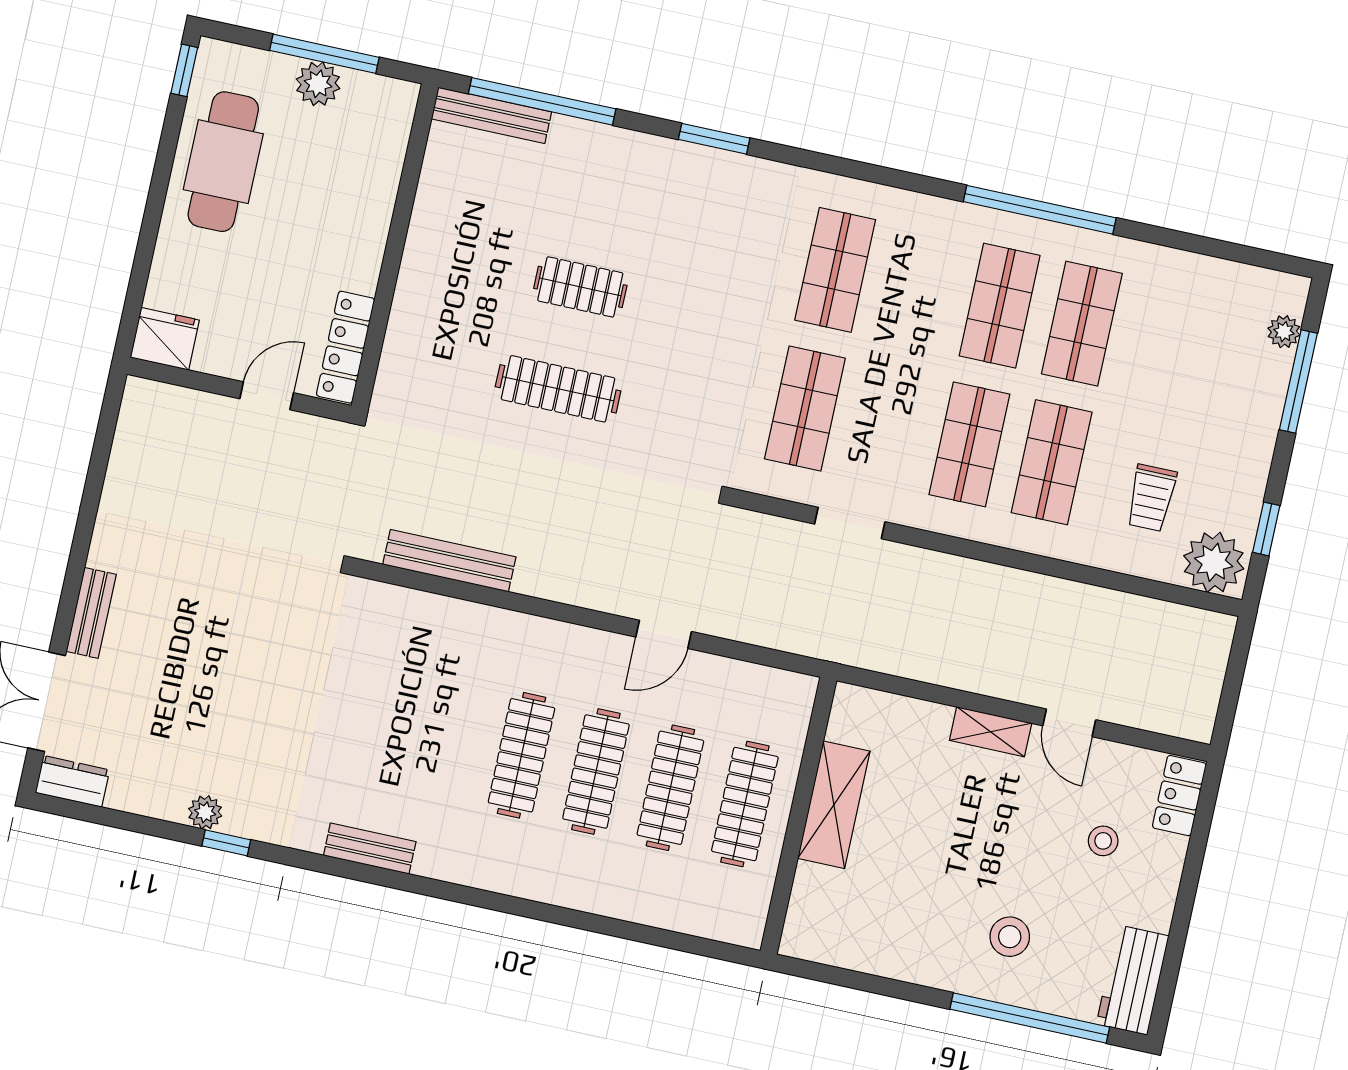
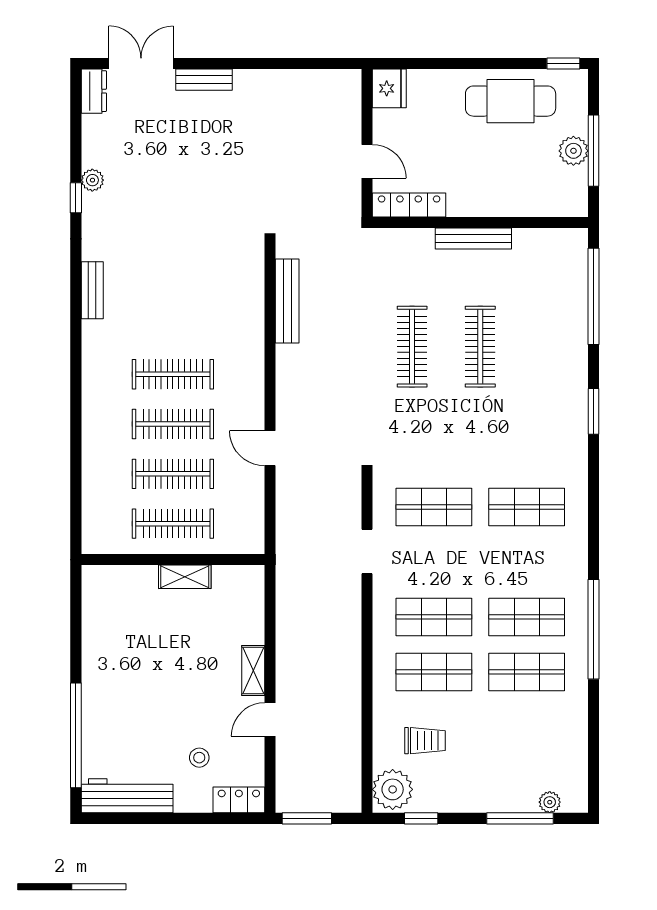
bench: (491, 115) -> (473, 239), moved, turned 90
clothes rail: (580, 287) -> (480, 347), width x1.36
trolley: (1151, 498) -> (425, 741), turned 180
window: (1229, 700) -> (307, 818), added
shelving: (834, 805) -> (185, 577), width x0.67, depth x0.75
stool: (1010, 937) -> (125, 711), removed
workbench: (1133, 980) -> (127, 796), width x1.38

